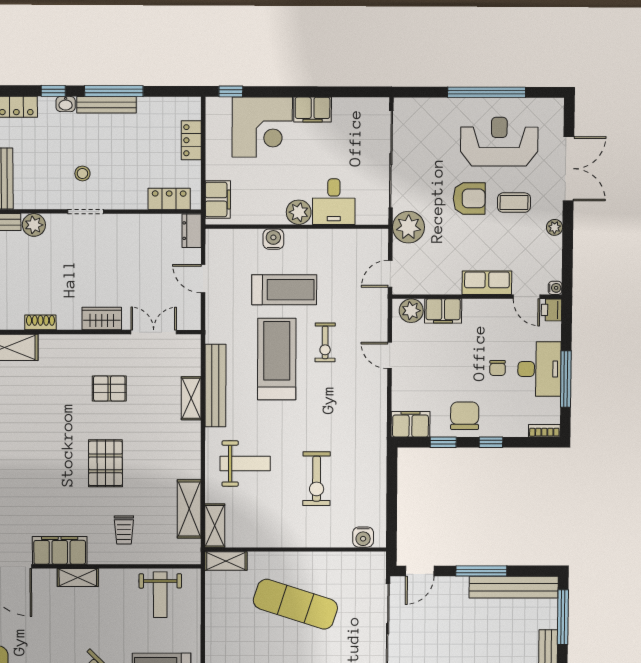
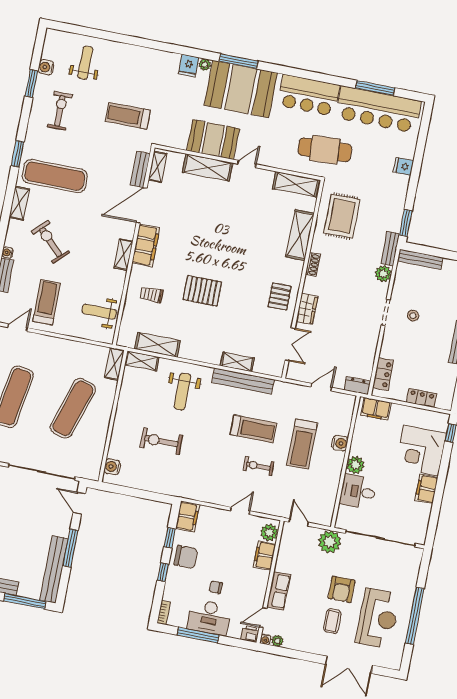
plant: (555, 227) -> (277, 641), moved
treadmill: (277, 359) -> (253, 429), width x0.73, depth x0.73
pallet: (109, 389) -> (280, 297), moved

